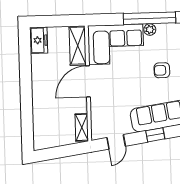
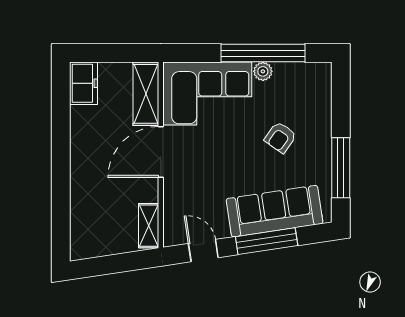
armchair: (162, 70) -> (280, 137), turned -54
window: (155, 135) -> (267, 241), width x2.17
door: (116, 142) -> (203, 251), swing flipped

